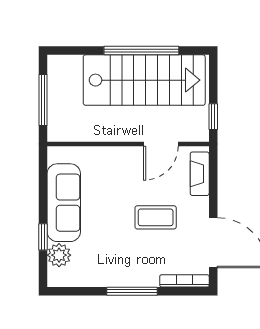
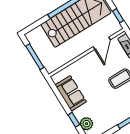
sofa: (64, 203) -> (71, 93), width x0.73

